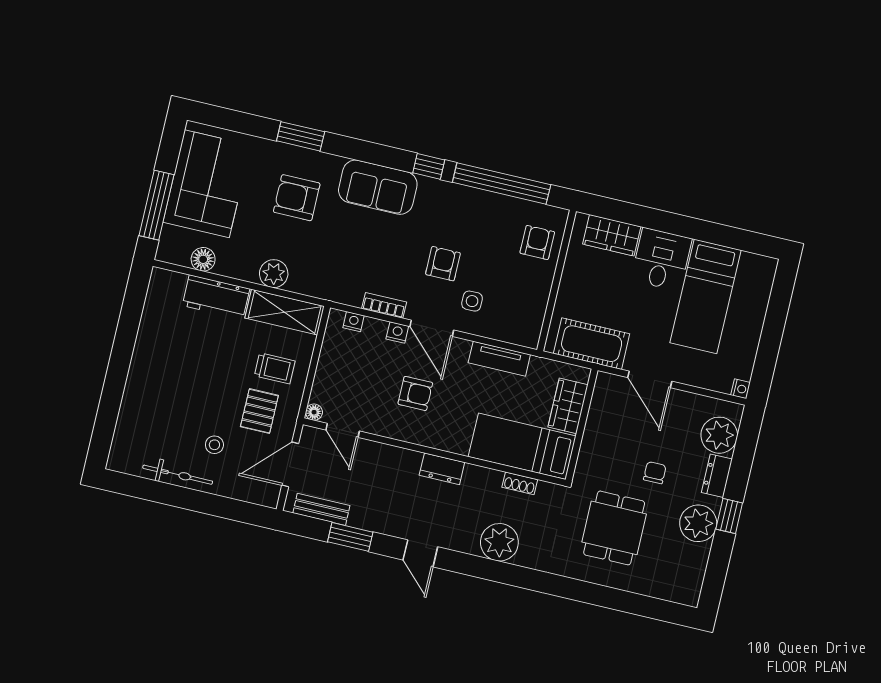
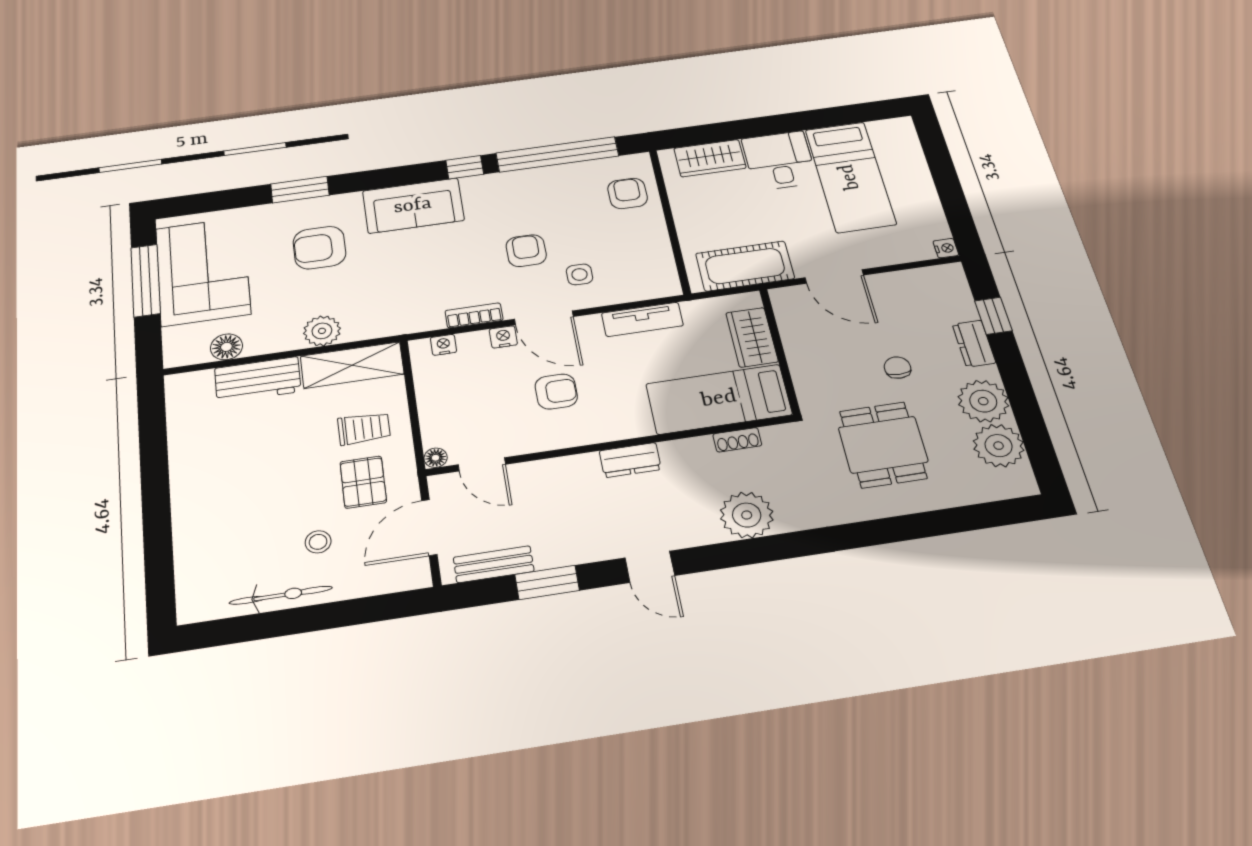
window: (157, 205) -> (146, 280), moved
plant: (719, 435) -> (999, 446), moved
window: (729, 516) -> (993, 316), moved

